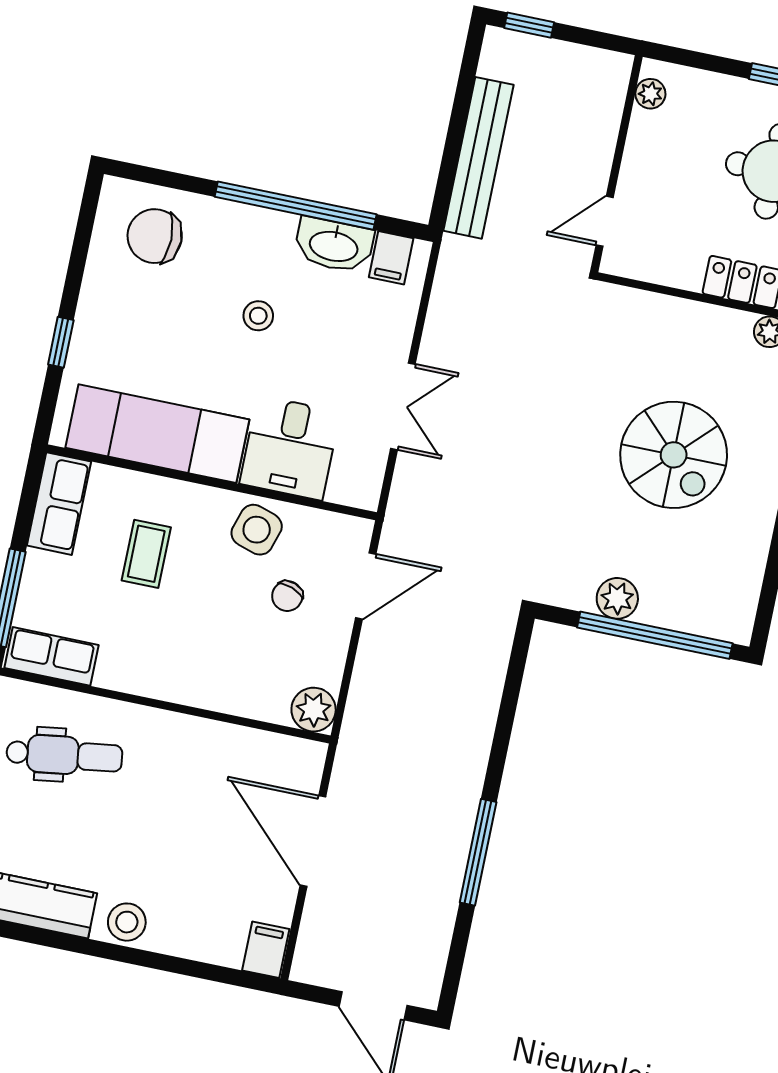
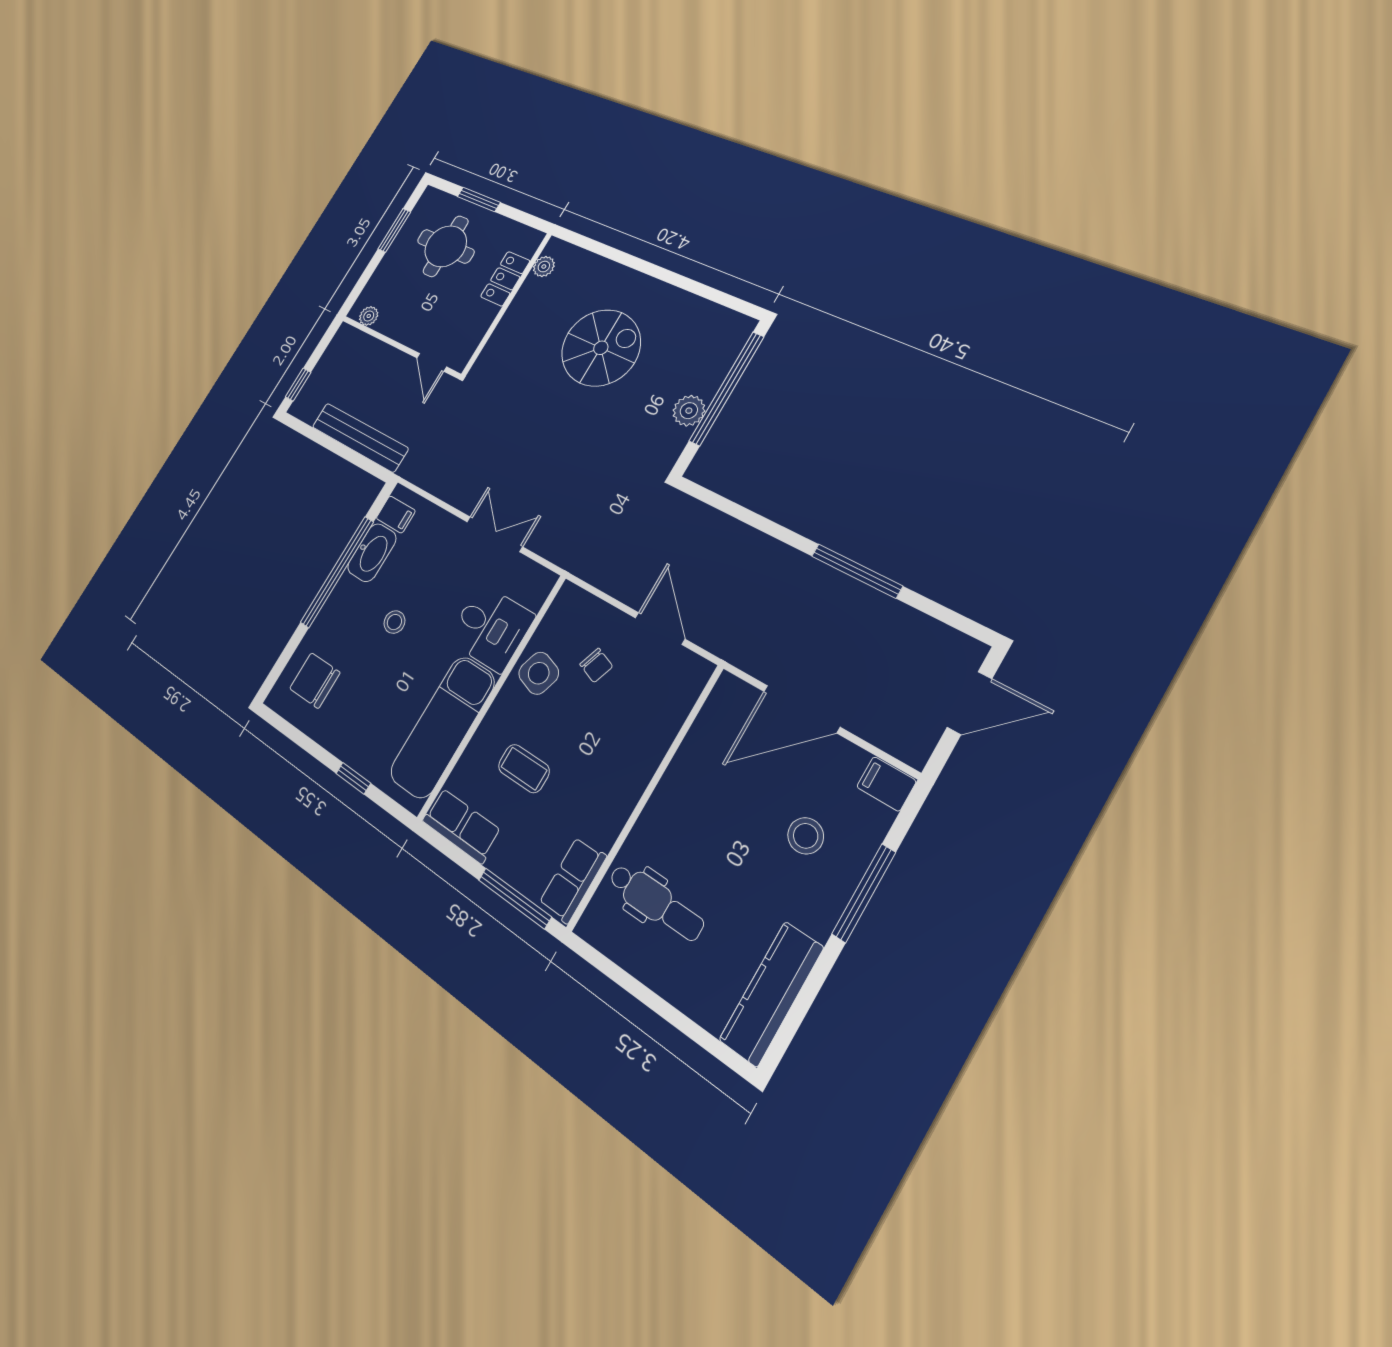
chair: (155, 236) -> (315, 680), turned 90
door: (366, 586) -> (660, 628), moved
plant: (314, 710) -> (692, 673), removed
dental chair: (64, 755) -> (656, 902), turned 98
stool: (127, 922) -> (806, 836), moved
window: (153, 960) -> (864, 893), added

